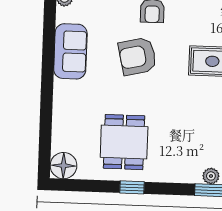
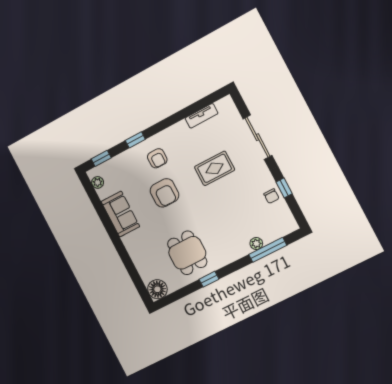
armchair: (138, 56) -> (164, 193), turned -77

